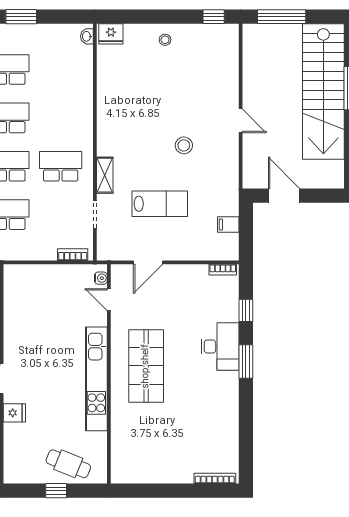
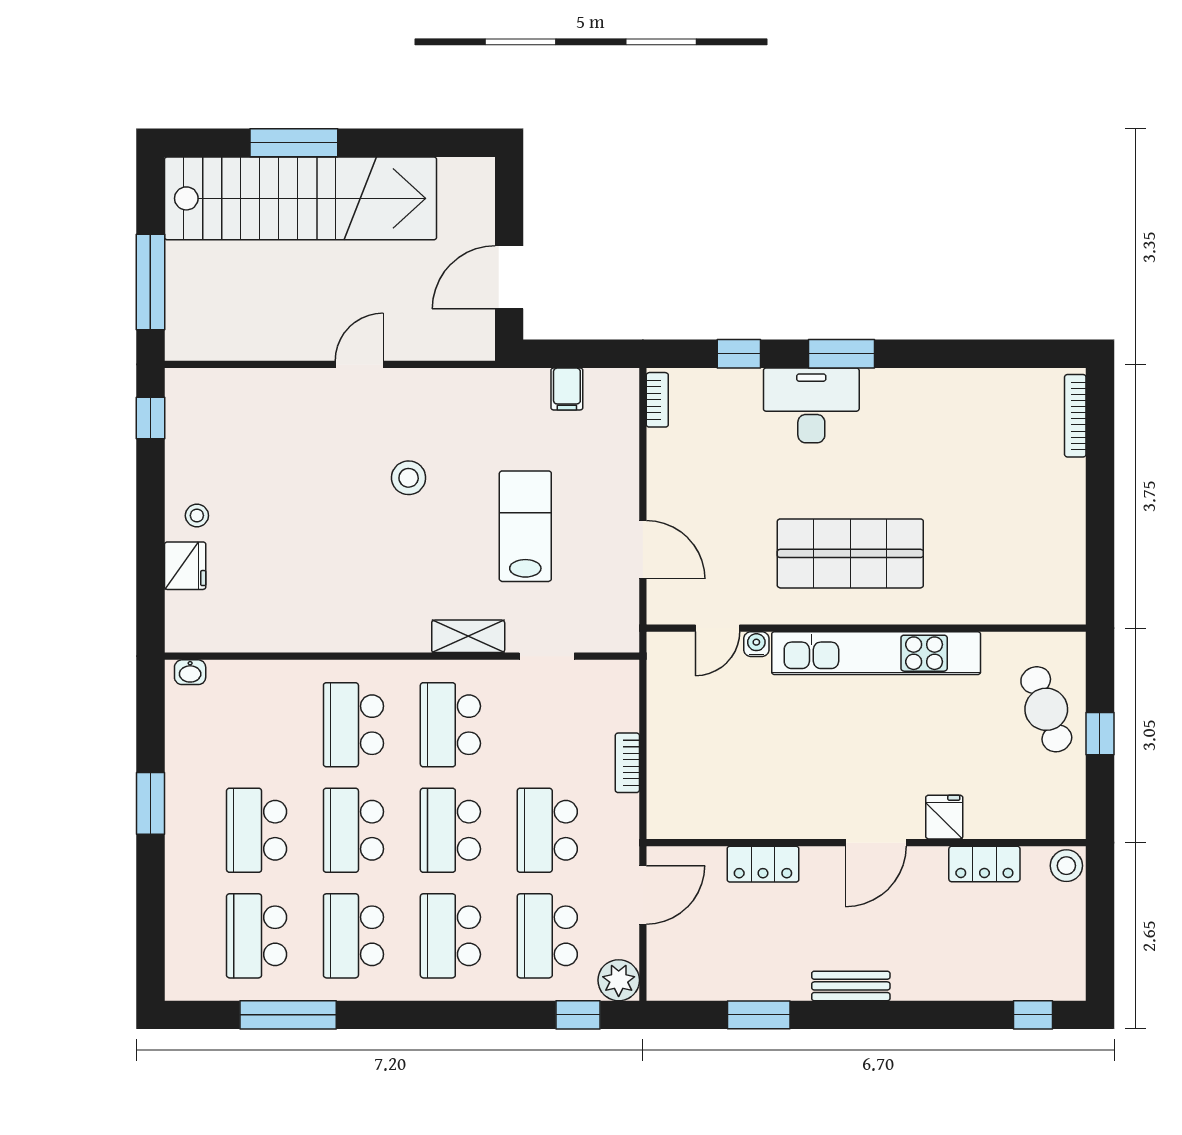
fridge: (111, 34) -> (185, 566), moved
school desk: (61, 118) -> (353, 725), added
bookcase: (73, 255) -> (627, 763), moved
water cooler: (101, 278) -> (756, 644), moved
cafe table: (68, 464) -> (1046, 709), turned -42

